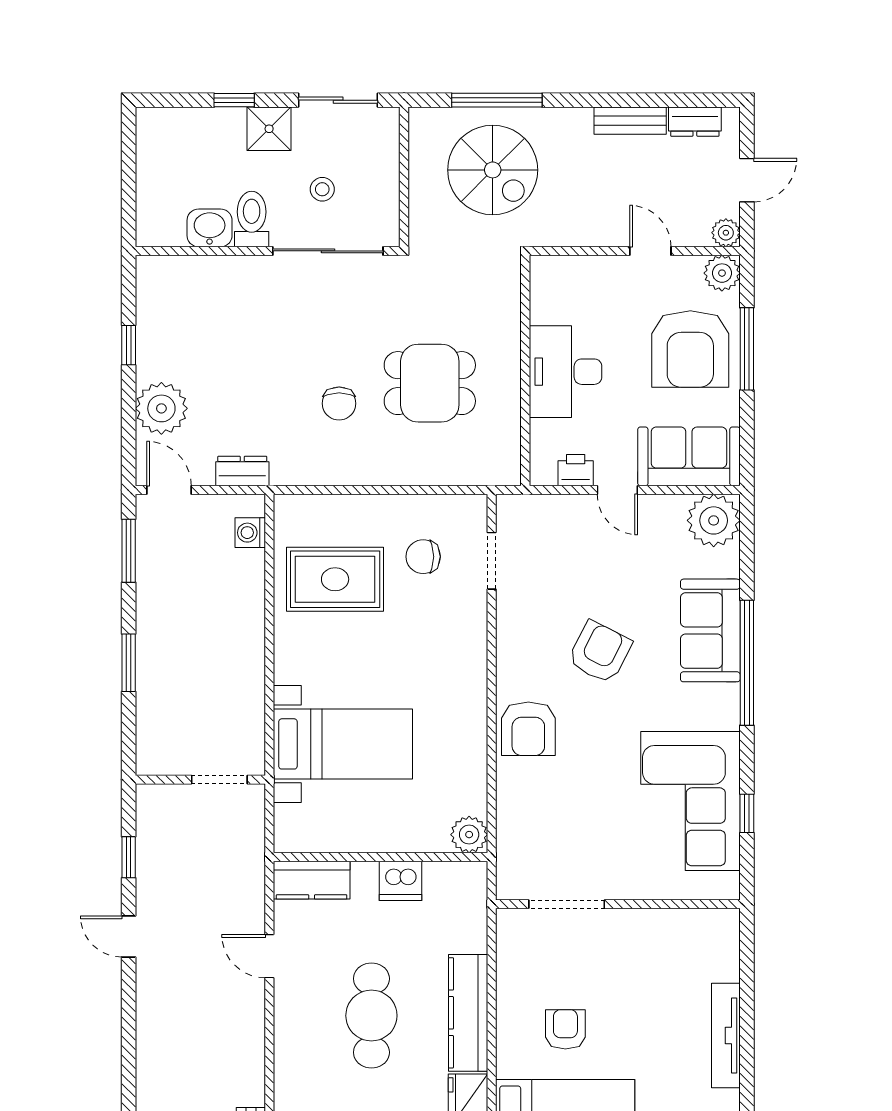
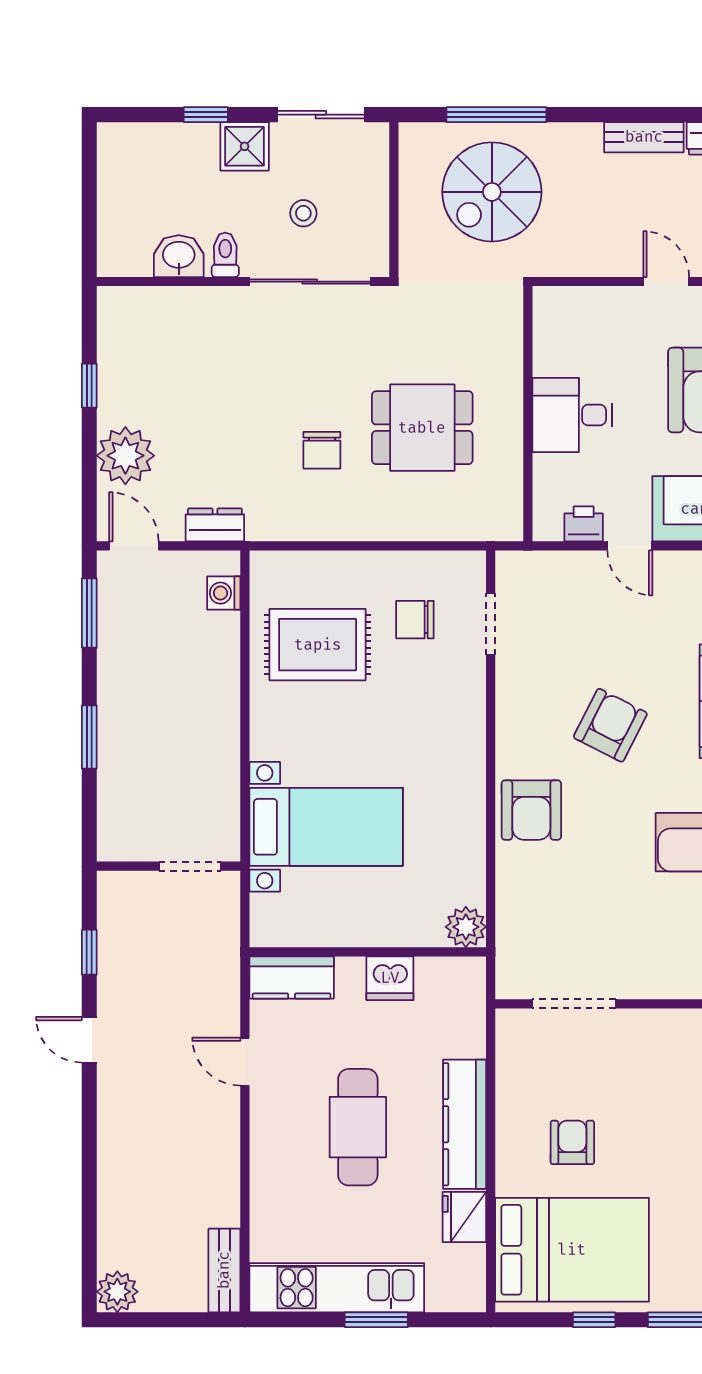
spiral stairs: (493, 170) -> (492, 192), turned 90
toilet: (252, 219) -> (225, 255), width x0.73, depth x0.72
desk: (565, 372) -> (572, 415), width x0.73

